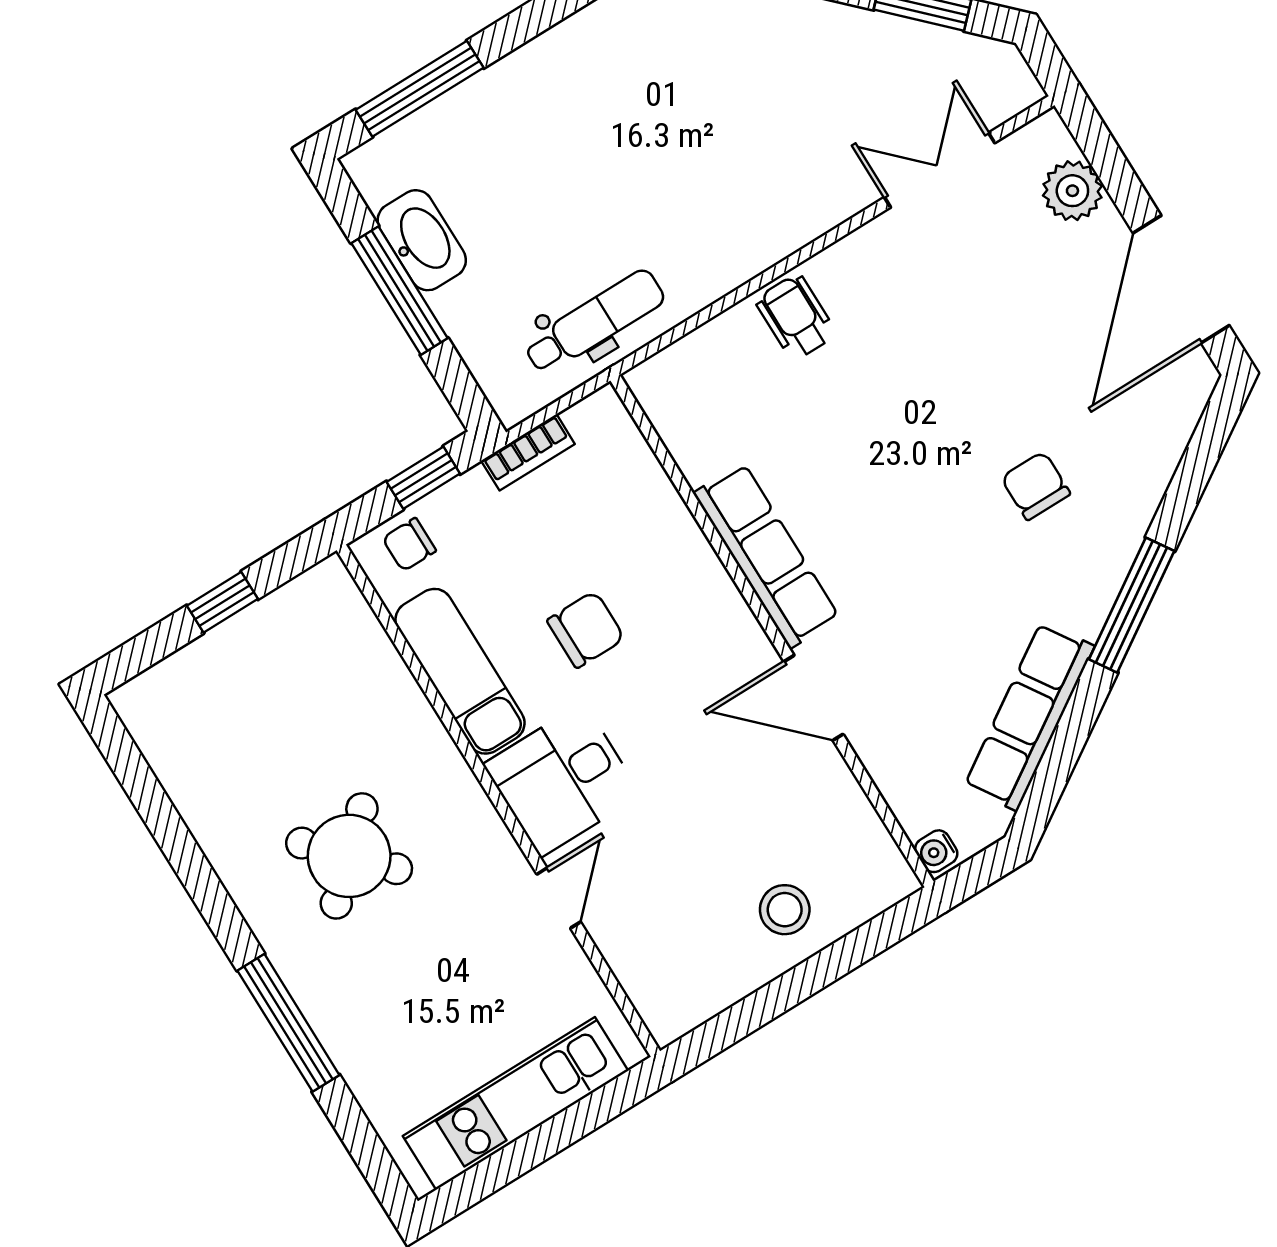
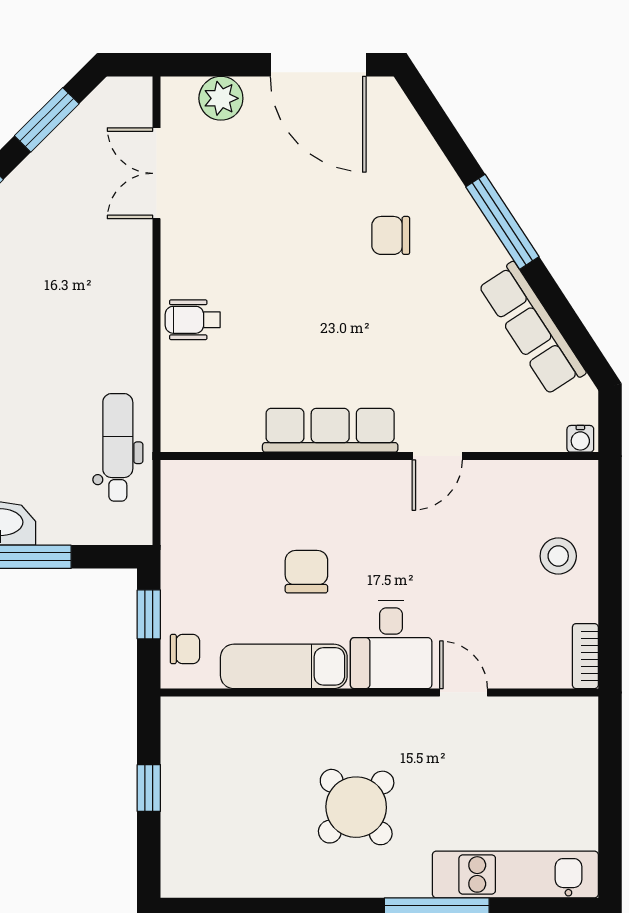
bookcase: (528, 452) -> (585, 656), moved, turned 180
chair: (409, 545) -> (185, 649), turned -90
door: (814, 698) -> (437, 456), width x0.73
kitchen unit: (516, 1103) -> (515, 874), moved, turned 90

